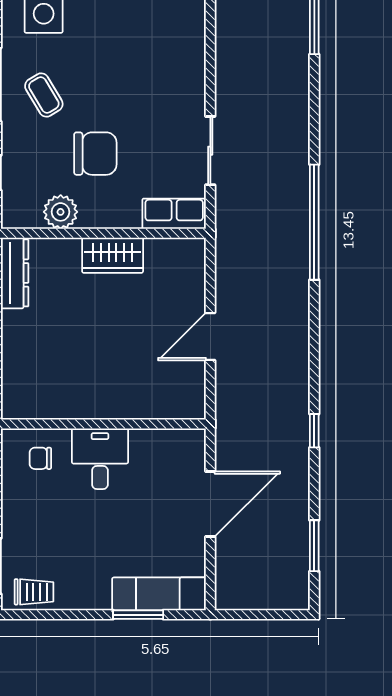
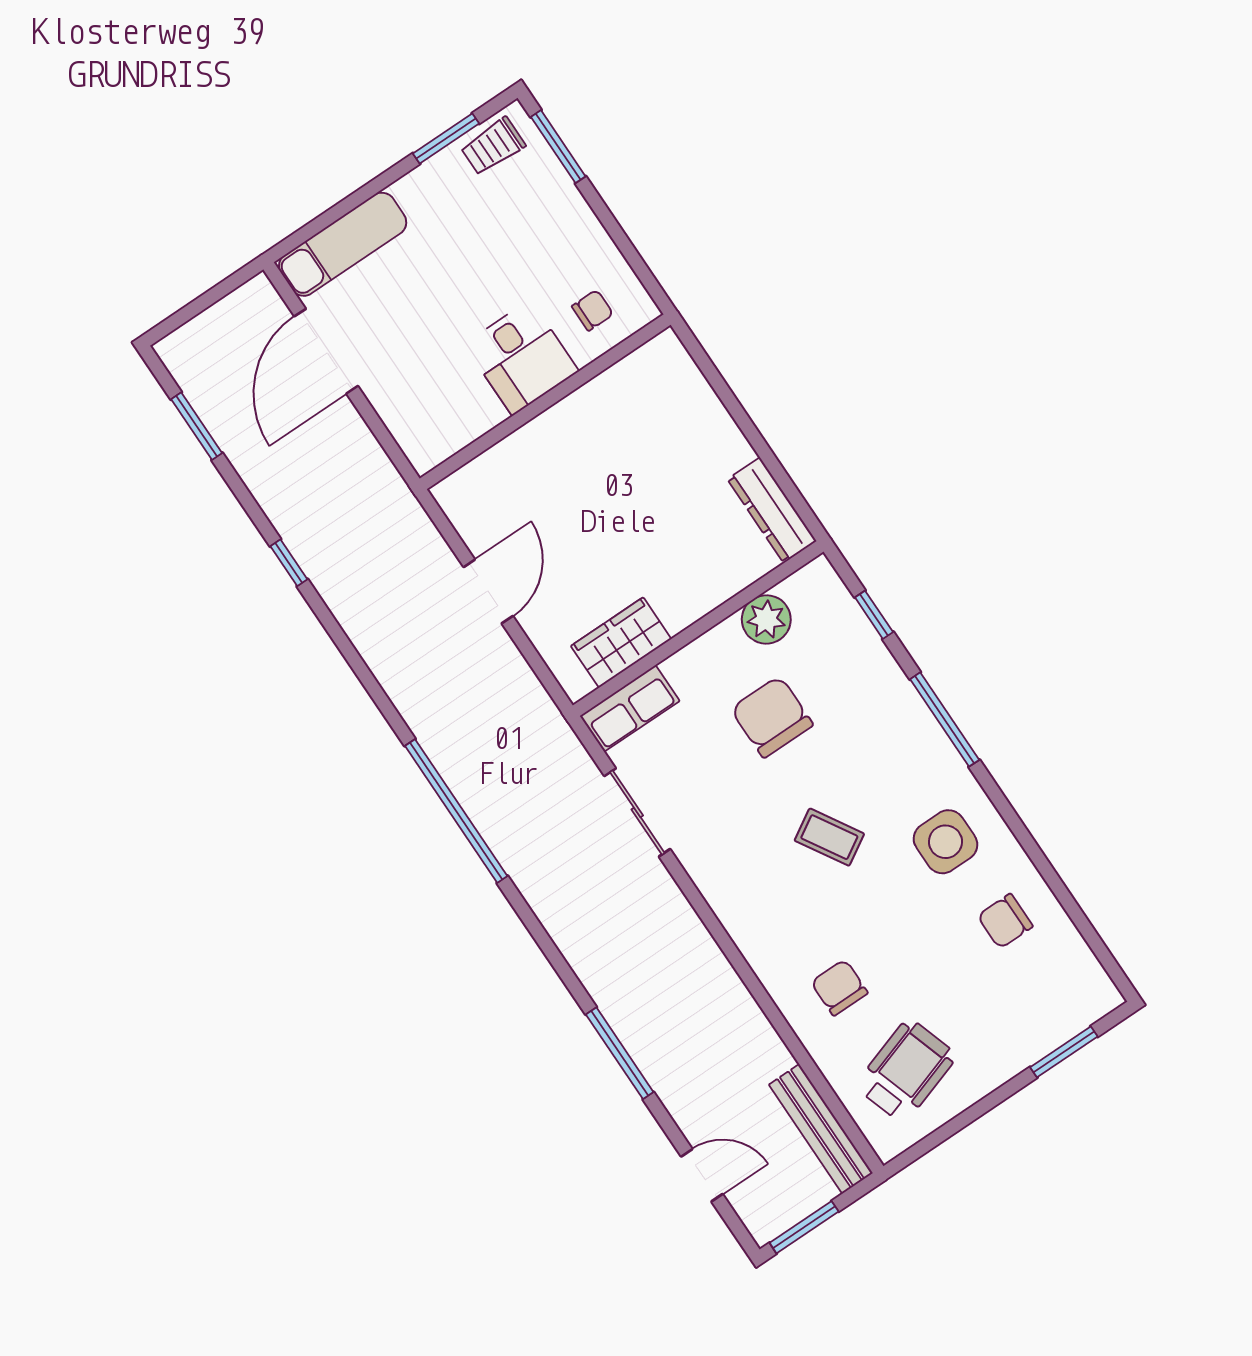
coffee table: (44, 95) -> (829, 837), moved
chair: (95, 154) -> (772, 717), turned 90
wardrobe: (113, 255) -> (621, 642), moved
door: (210, 504) -> (326, 351), moved
window: (138, 615) -> (446, 139), moved

